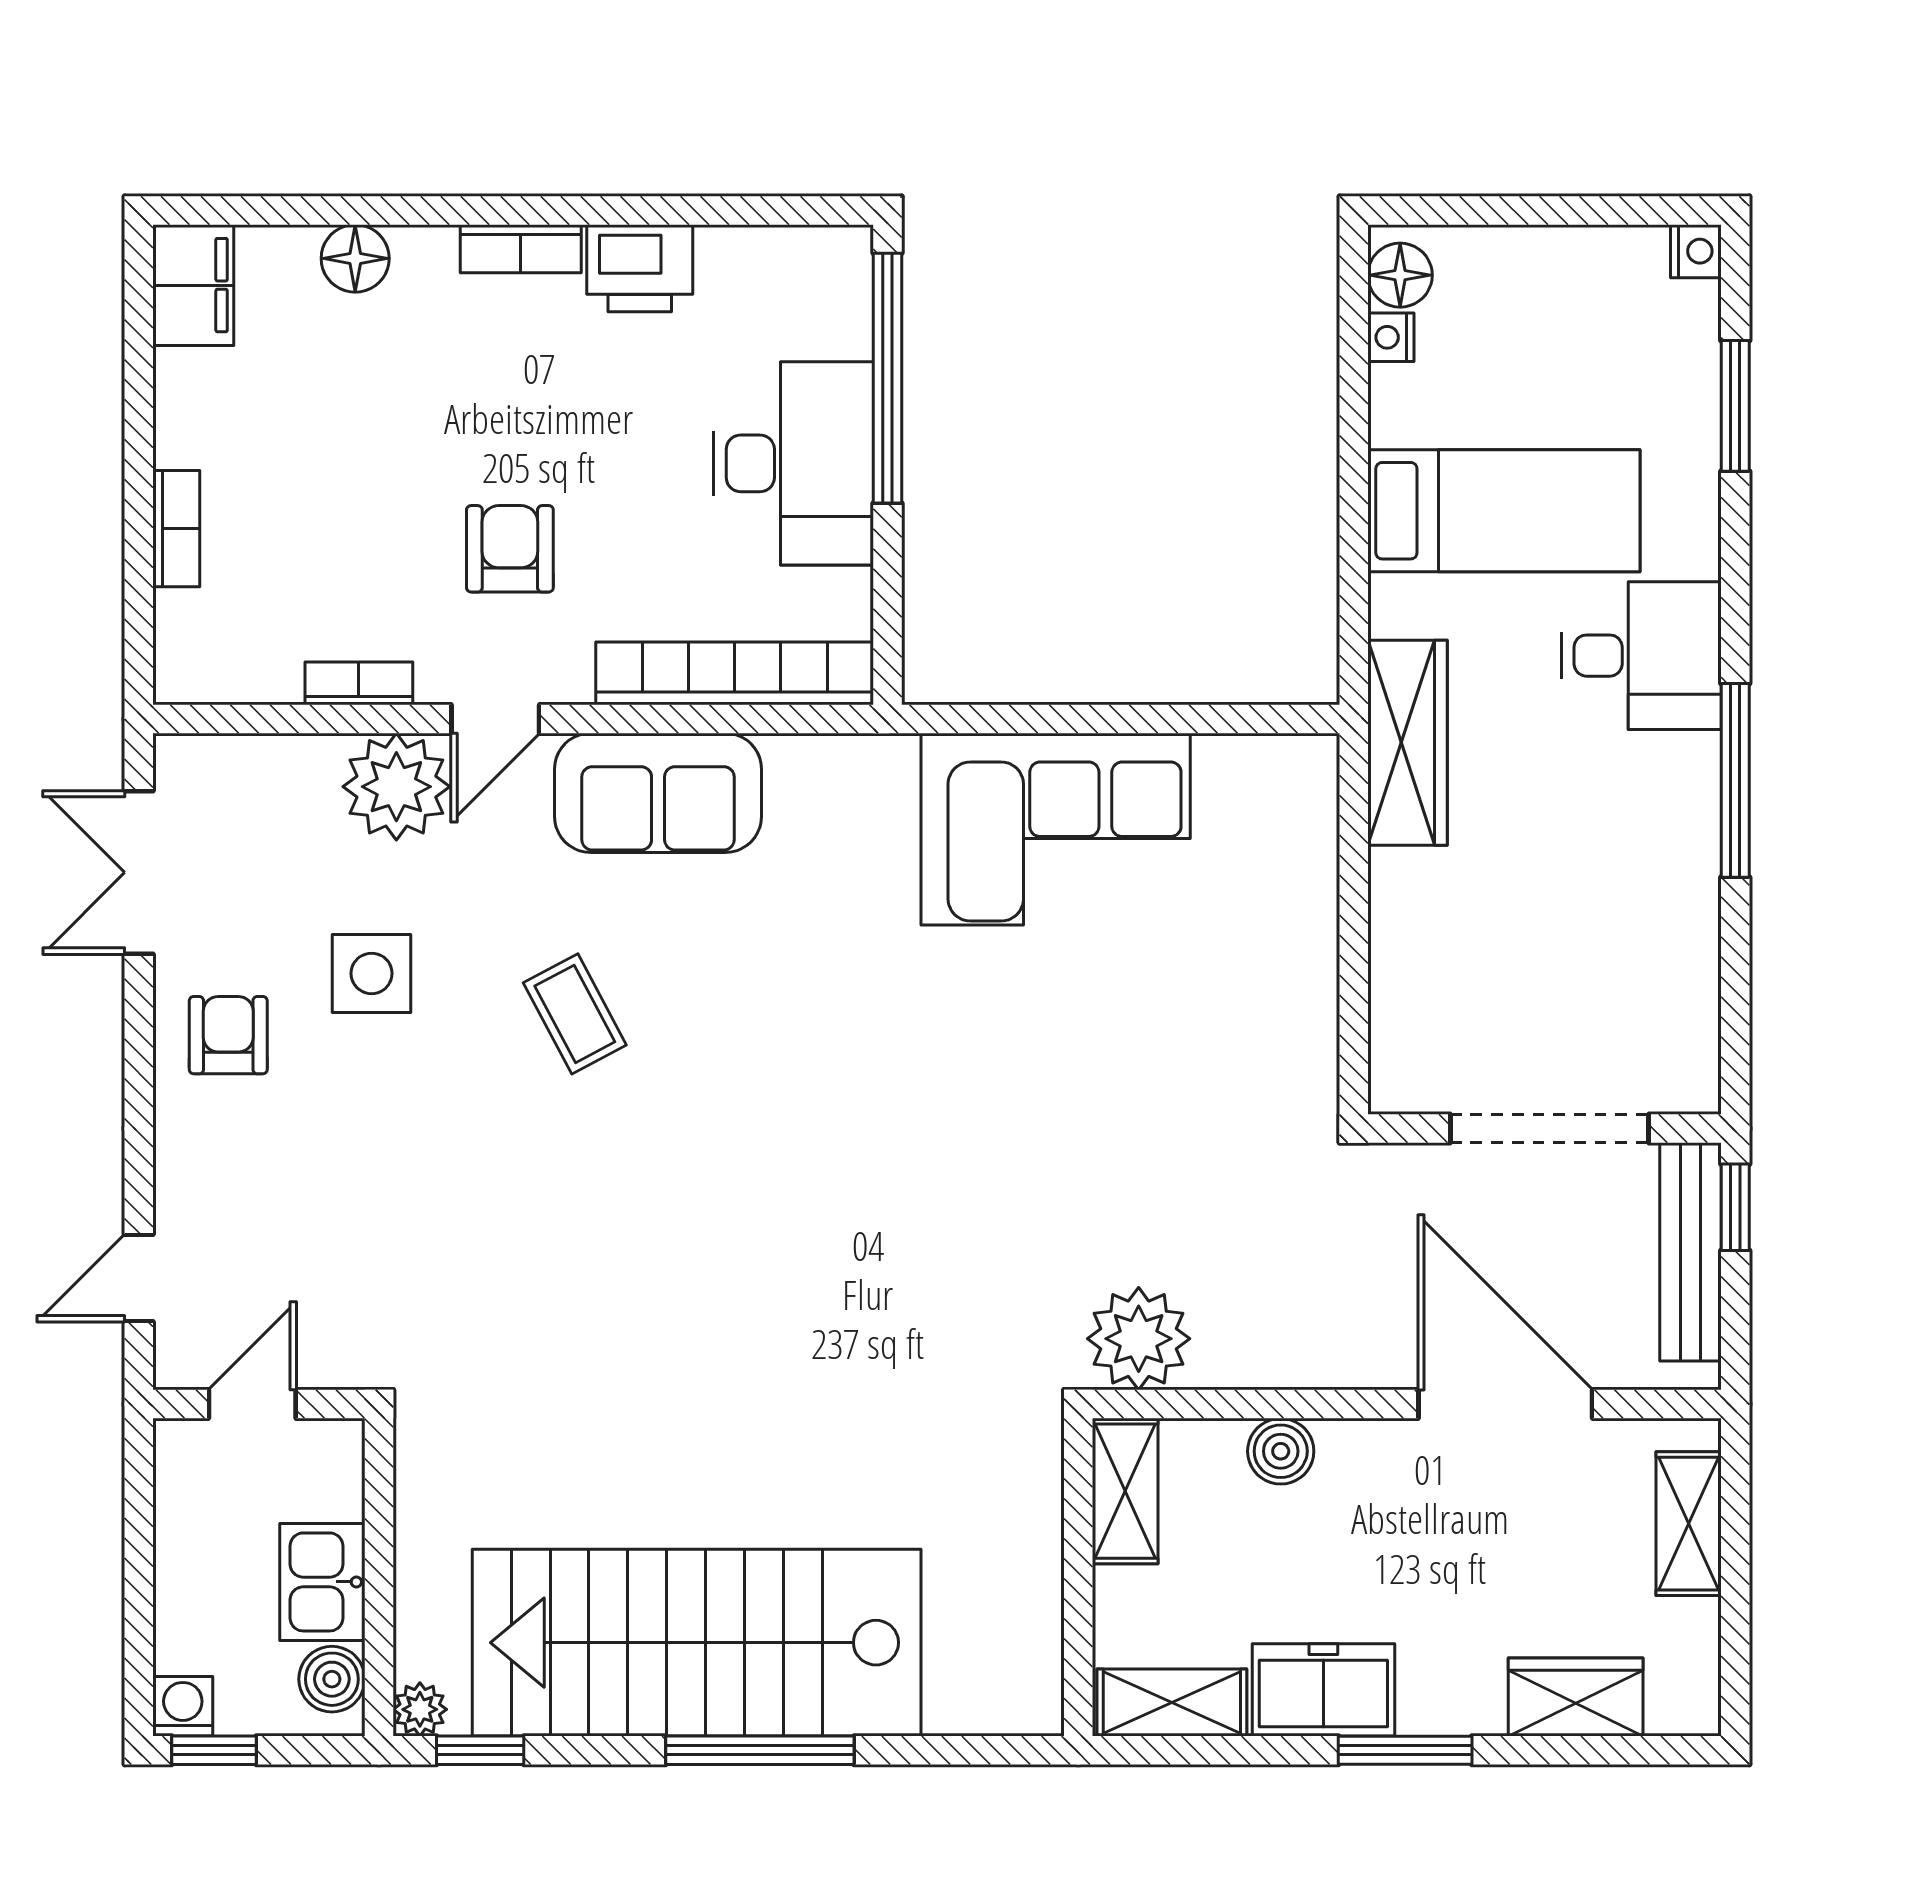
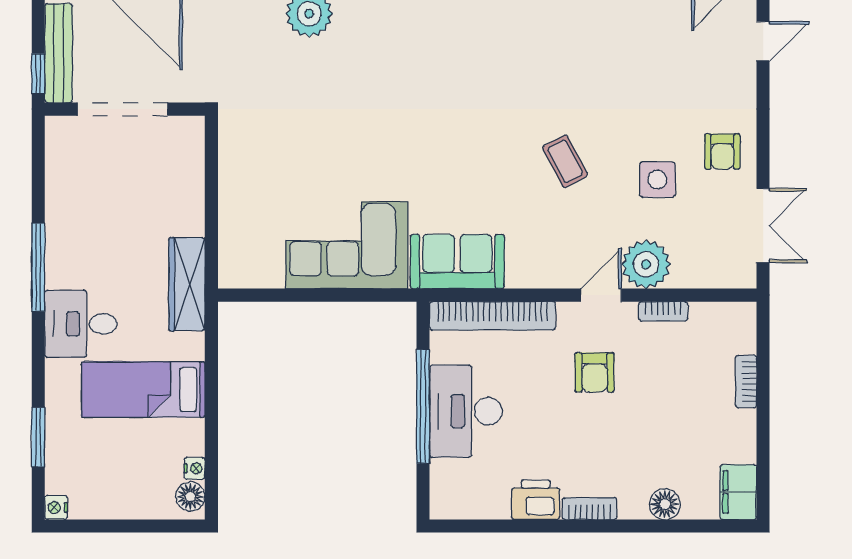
window: (888, 378) -> (423, 406), moved
sofa: (658, 793) -> (457, 262), moved

